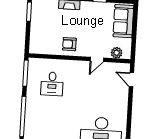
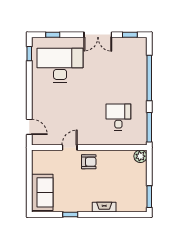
armchair: (69, 44) -> (89, 162), moved
plant: (117, 53) -> (140, 156), moved

